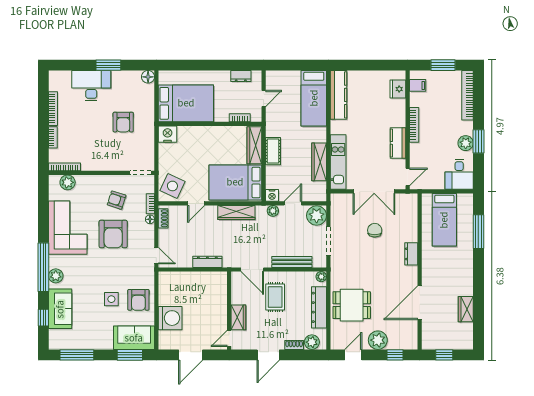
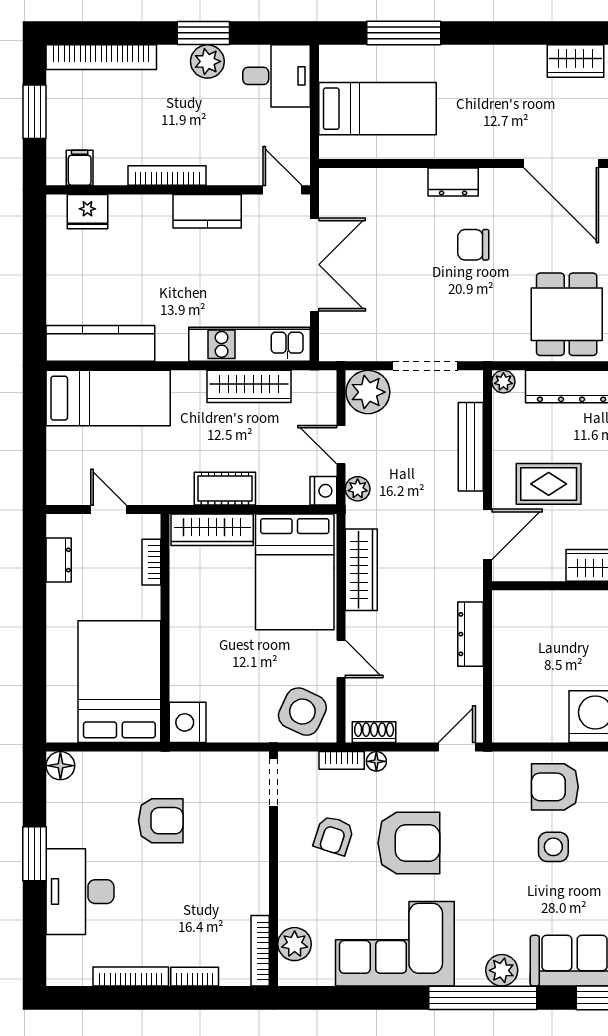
chair: (375, 230) -> (473, 245), moved
armchair: (138, 300) -> (555, 787), turned 180

